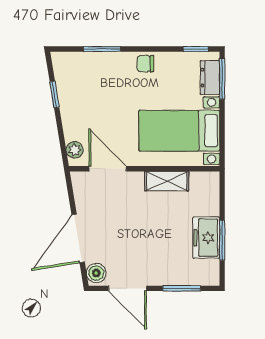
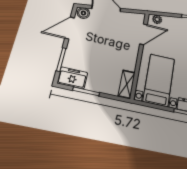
shelving: (167, 181) -> (127, 84), moved
freezer: (206, 238) -> (72, 78), moved

